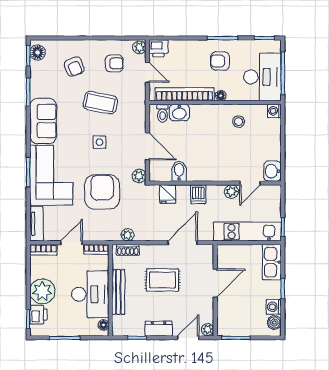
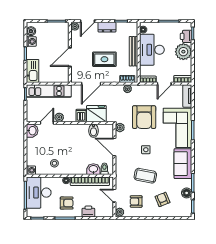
printer: (158, 48) -> (88, 212), moved
floor lamp: (38, 52) -> (187, 193), moved
fridge: (168, 194) -> (96, 114), width x1.88, depth x1.34

